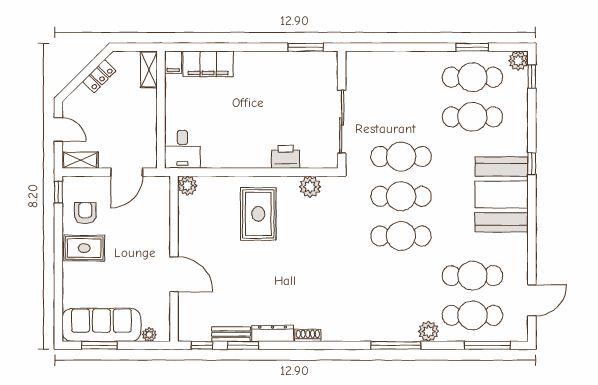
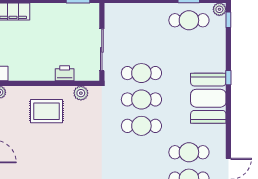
cafe table: (472, 117) -> (189, 47), removed
rug: (258, 214) -> (46, 111), turned 90

